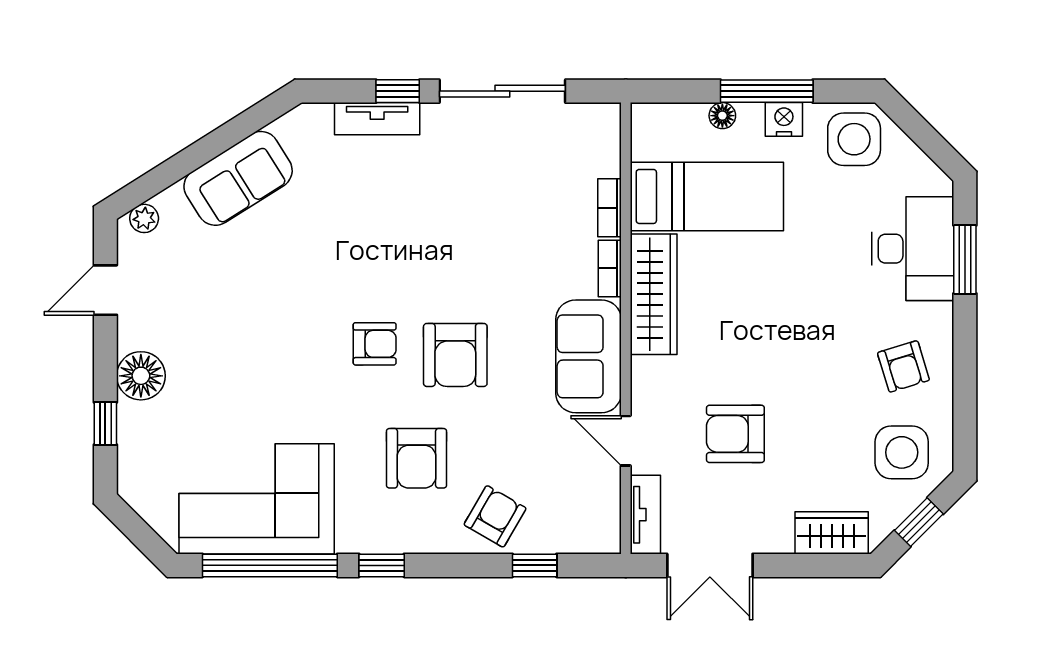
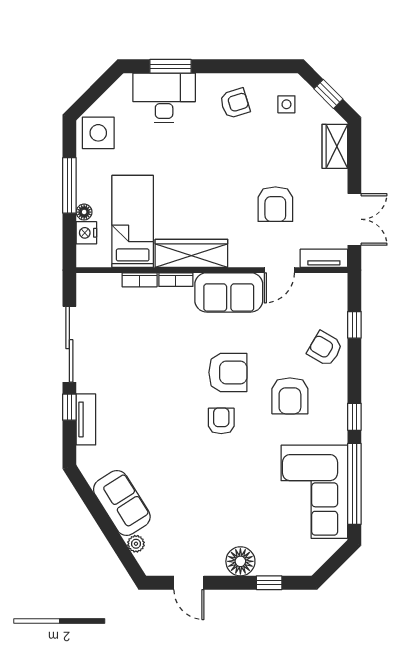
nightstand: (784, 119) -> (86, 233), moved
plant: (144, 218) -> (136, 544), moved
side table: (902, 452) -> (286, 104), width x0.54, depth x0.54
armchair: (417, 458) -> (290, 396), turned 90

